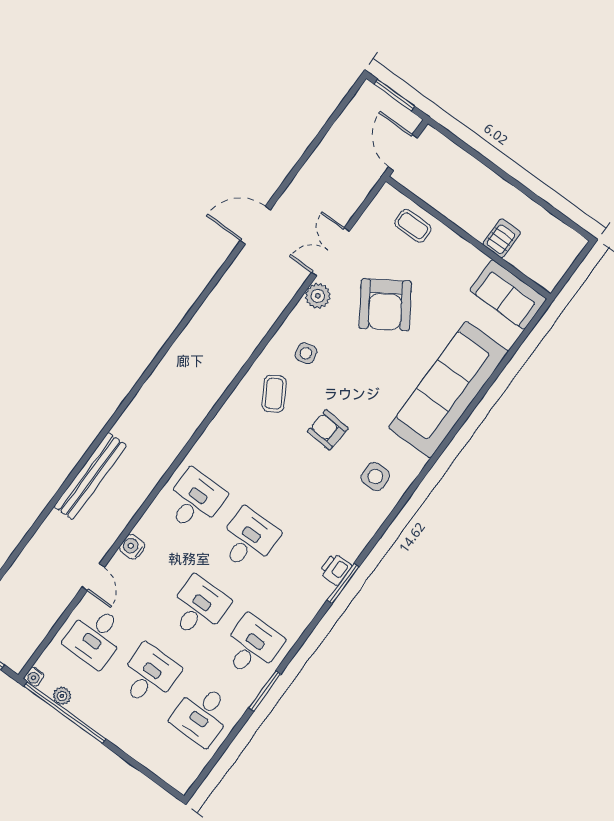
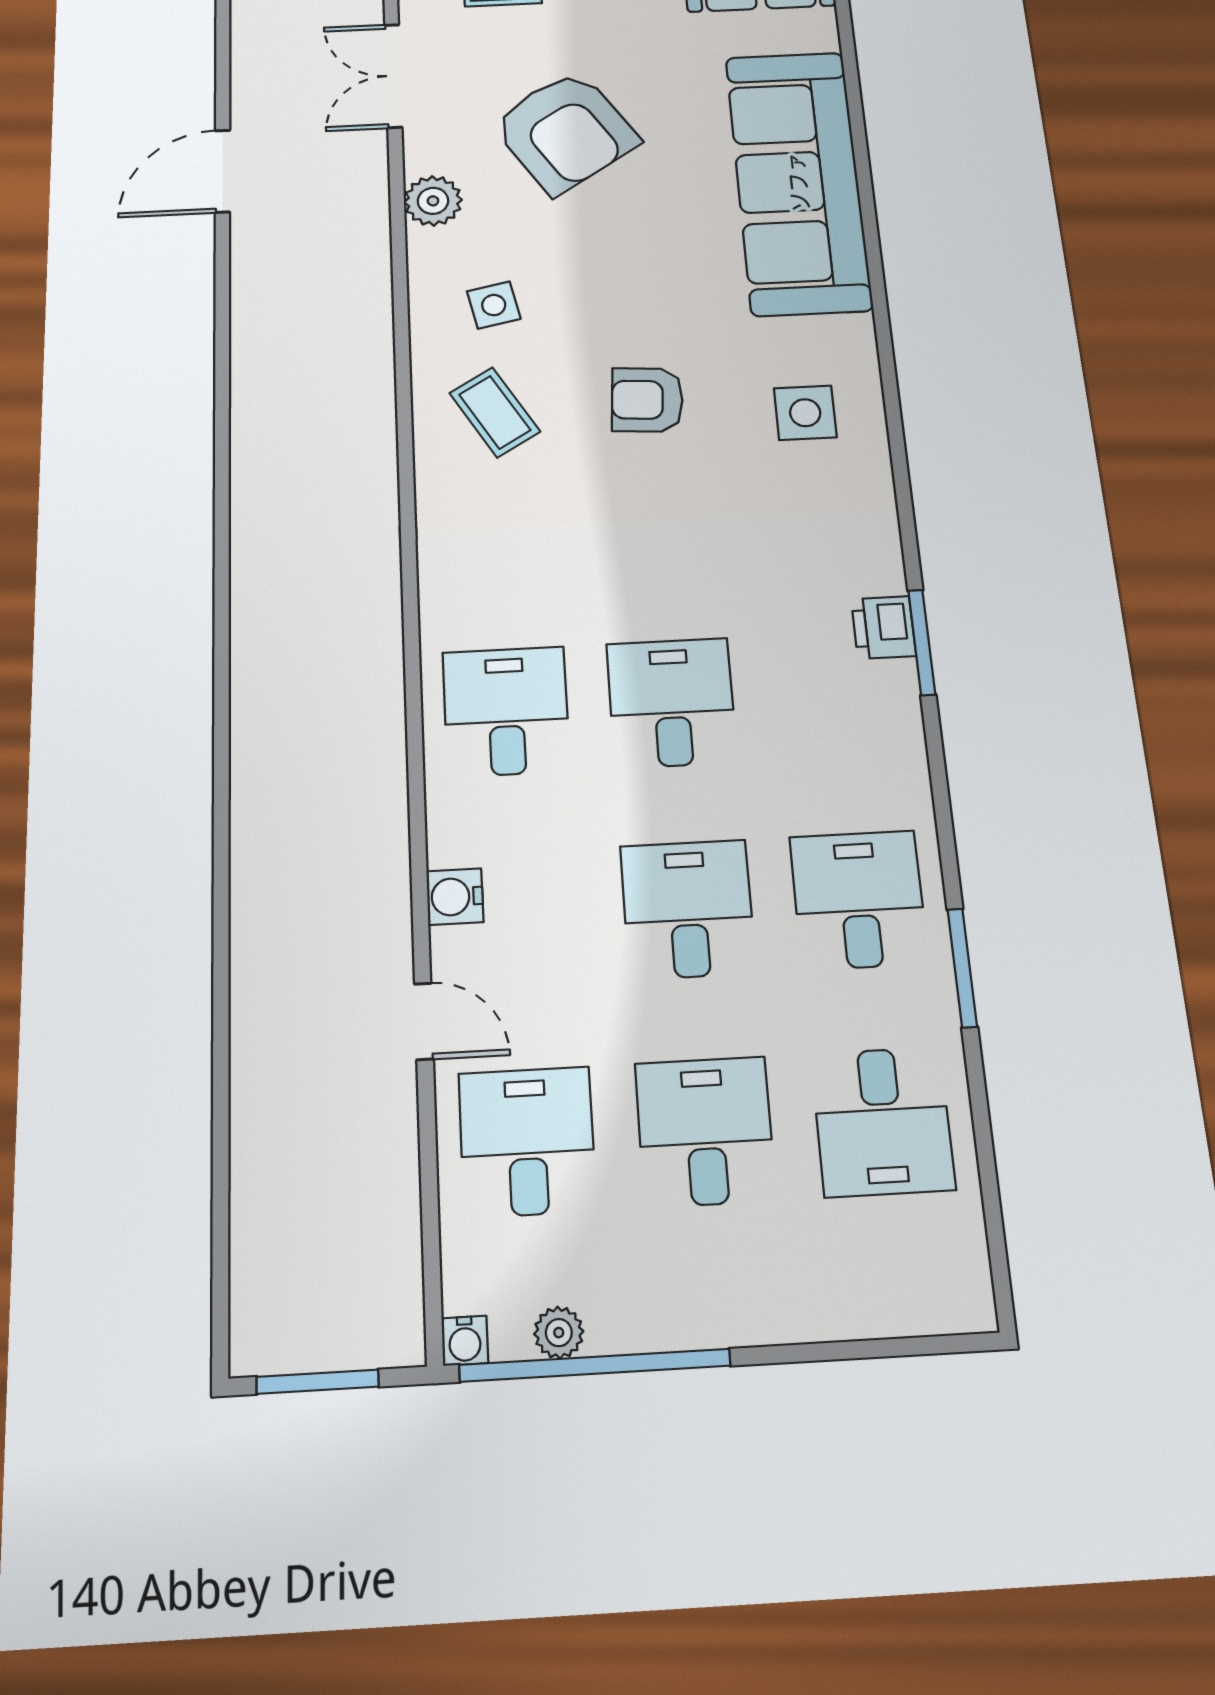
double door: (330, 252) -> (393, 76), moved
bench: (90, 476) -> (258, 826), removed
desk: (95, 637) -> (527, 1142), turned 180

